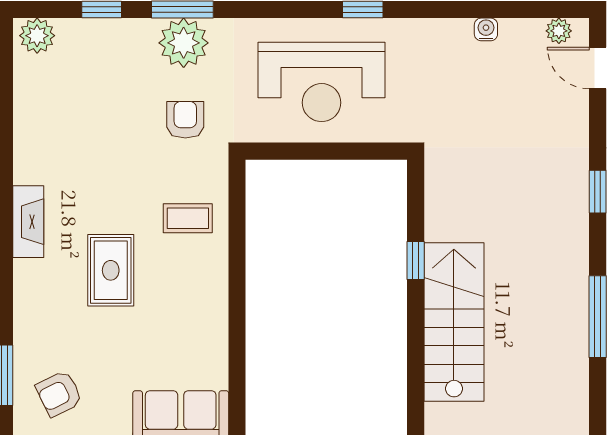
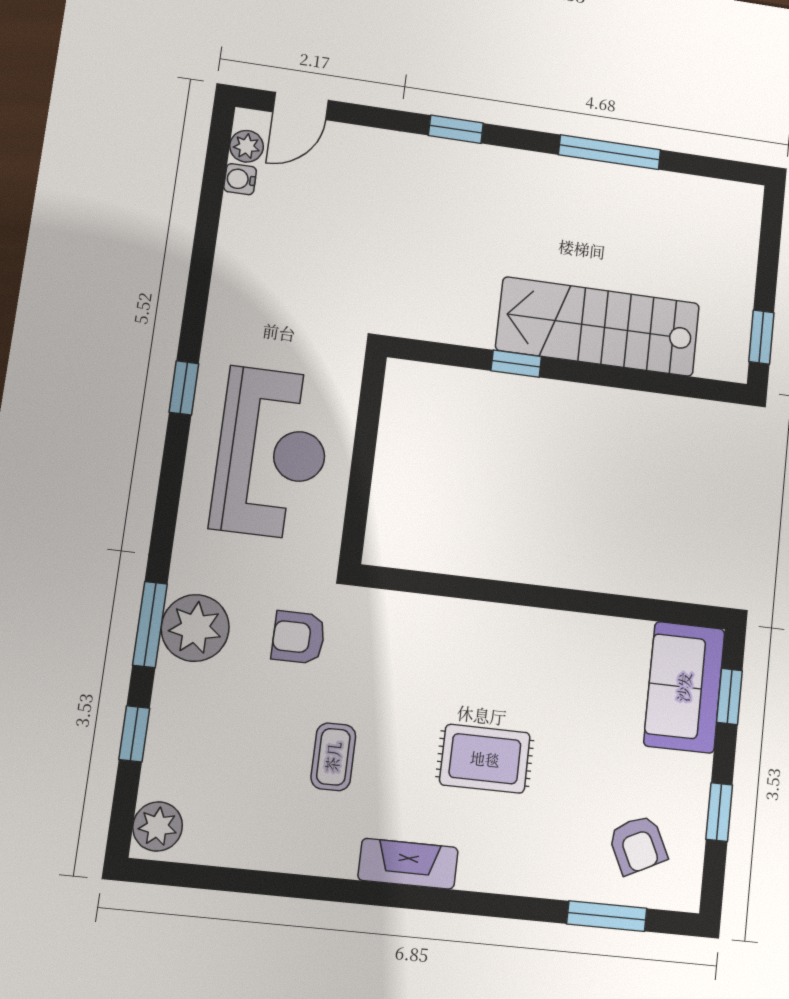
water cooler: (486, 29) -> (240, 179), moved
coffee table: (188, 218) -> (333, 757), moved

